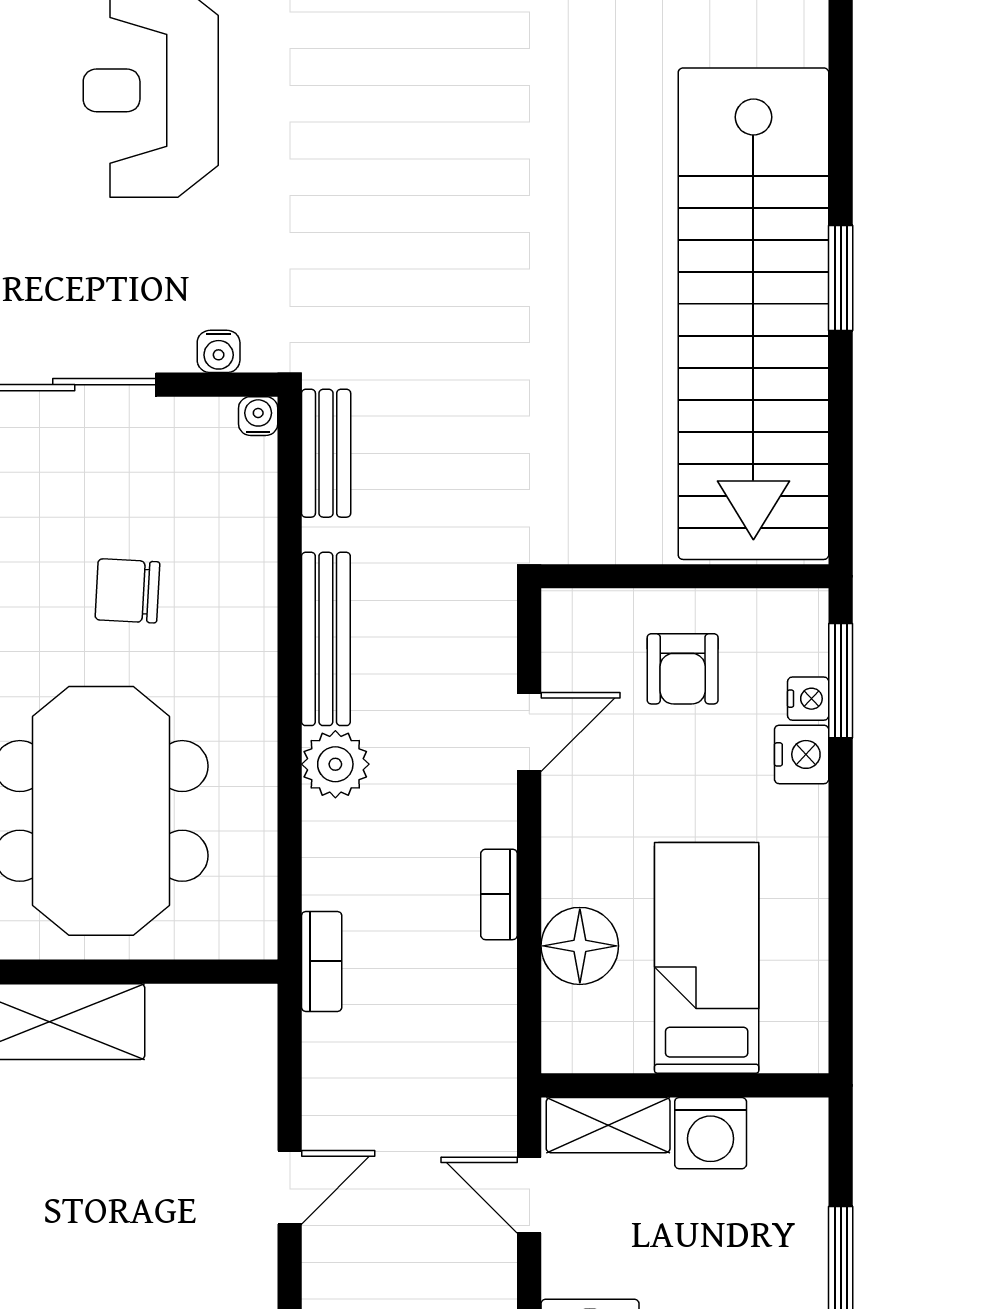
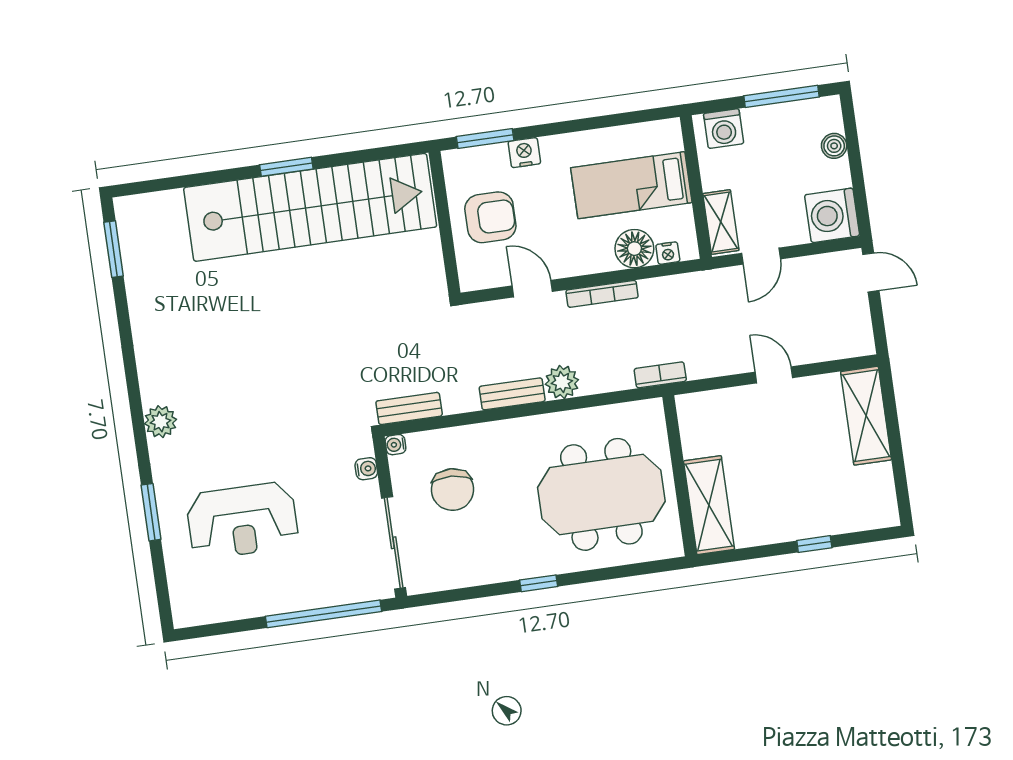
chair: (127, 591) -> (452, 490), moved, width x1.37, depth x1.37
bench: (326, 639) -> (512, 394), width x0.73
armchair: (683, 669) -> (490, 217), width x1.38, depth x1.38
nightstand: (808, 699) -> (668, 253), moved, turned 180
bookcase: (499, 894) -> (602, 294), width x1.56
washing machine: (711, 1133) -> (724, 129), moved, turned 90

